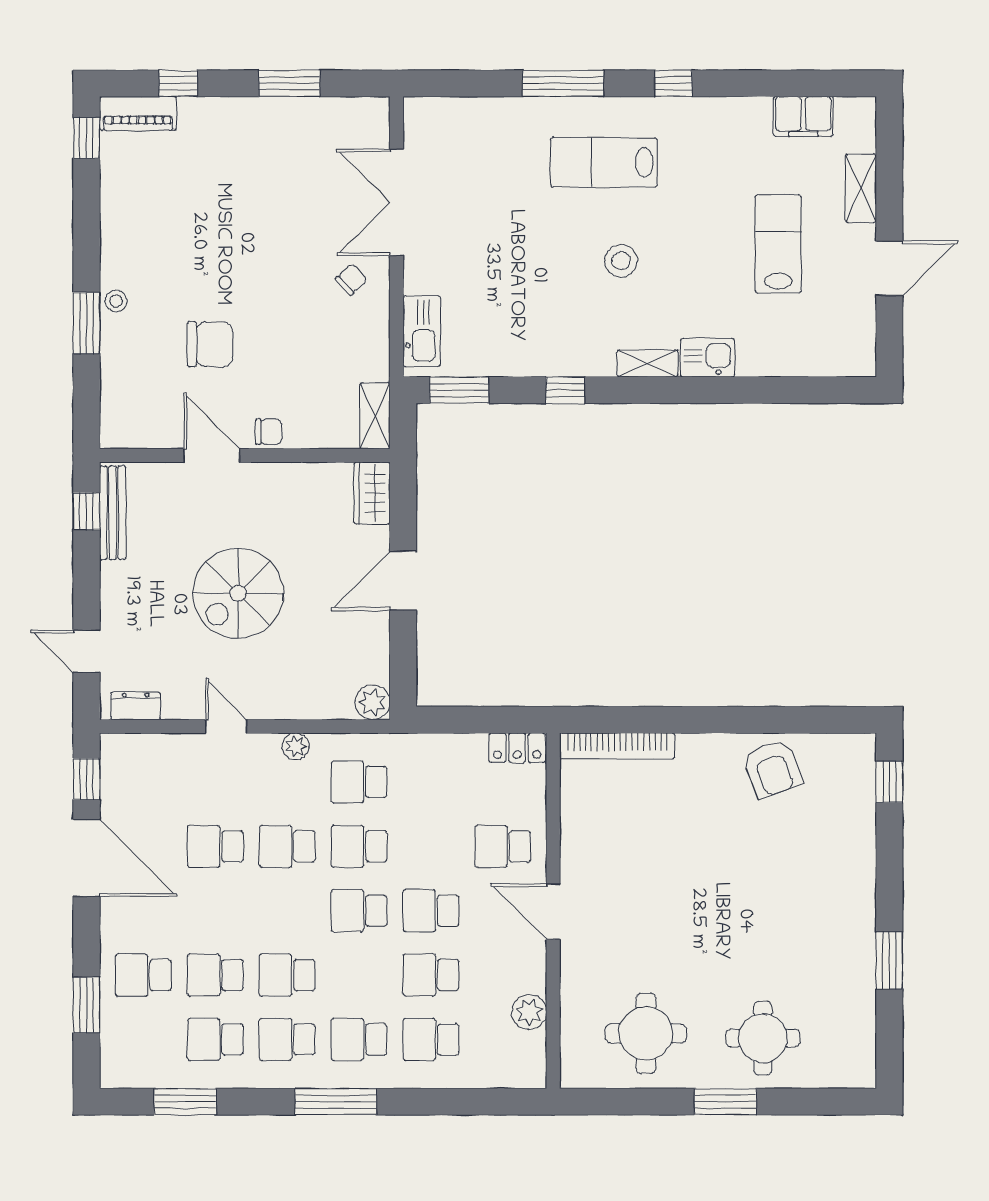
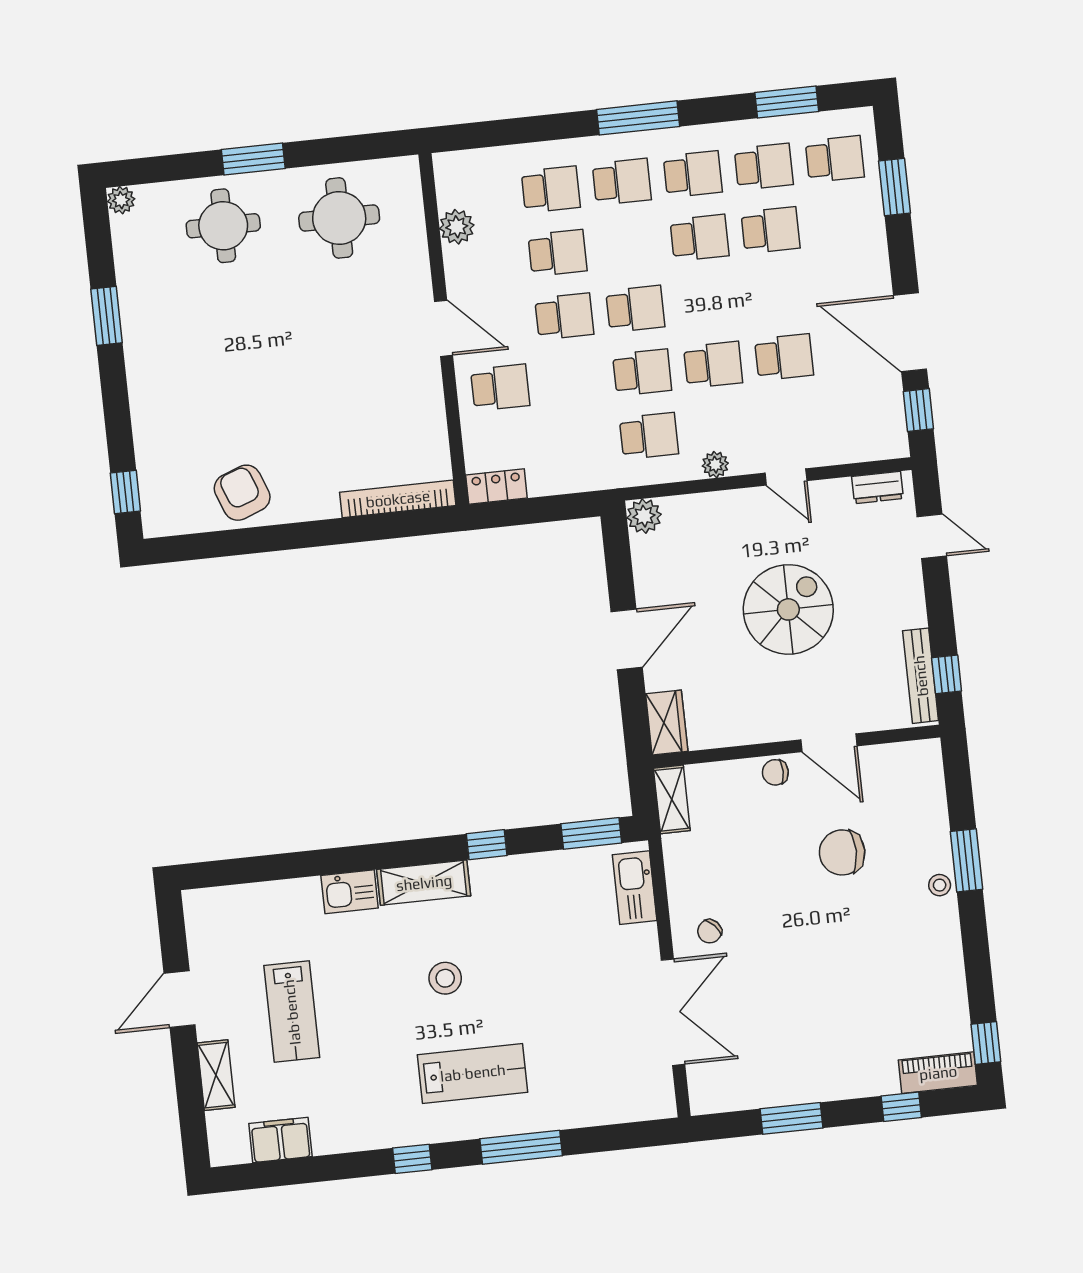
shelving: (648, 363) -> (424, 883), width x1.50, depth x1.33
school desk: (143, 975) -> (835, 159), moved
plant: (862, 1075) -> (121, 200), added

